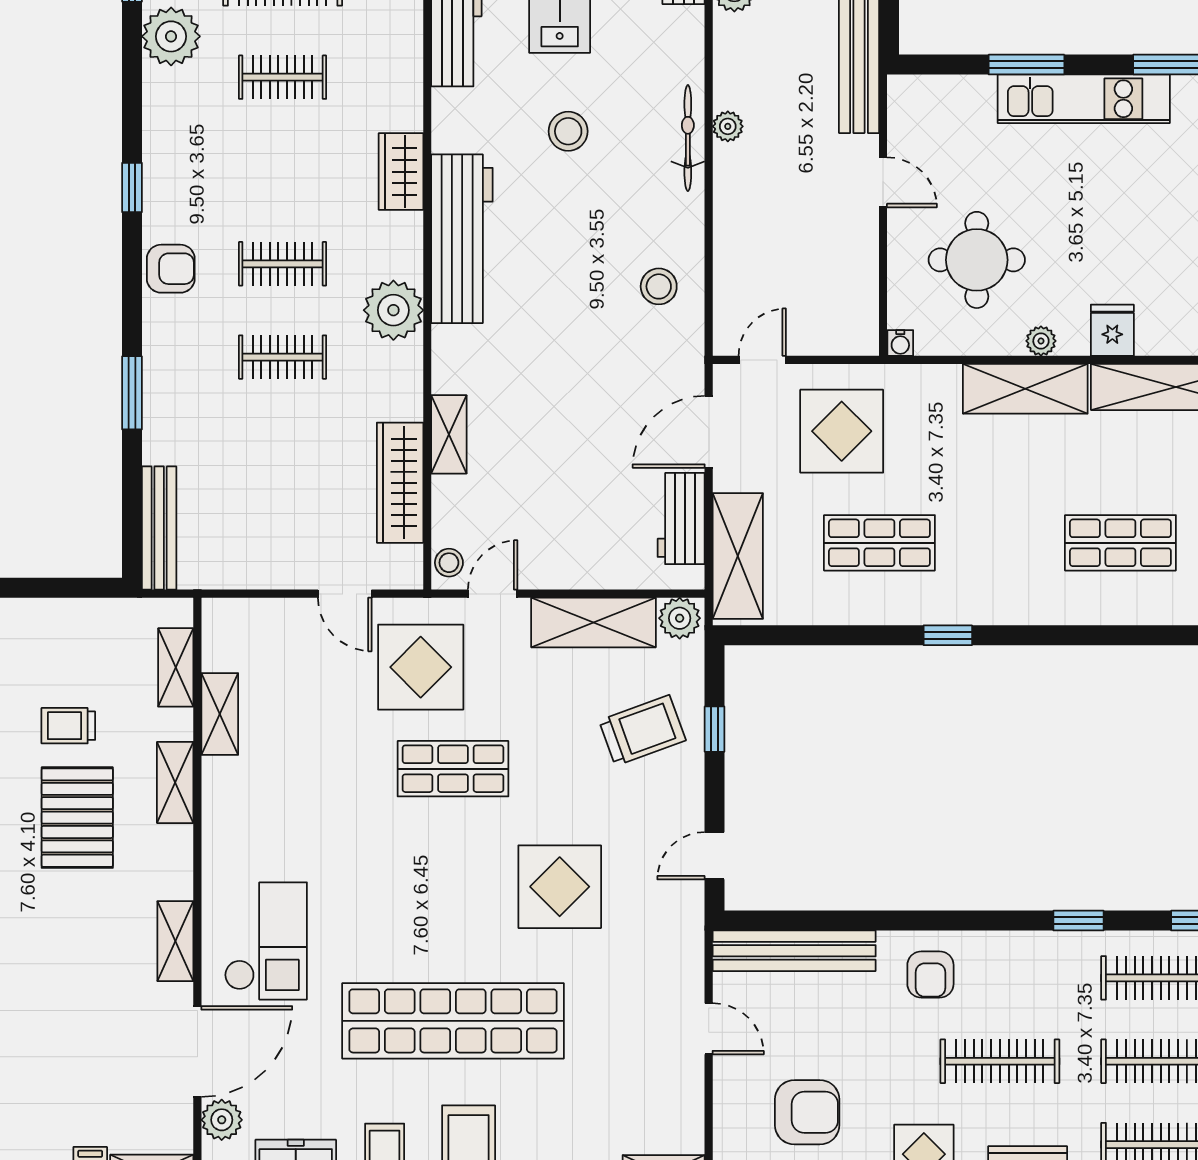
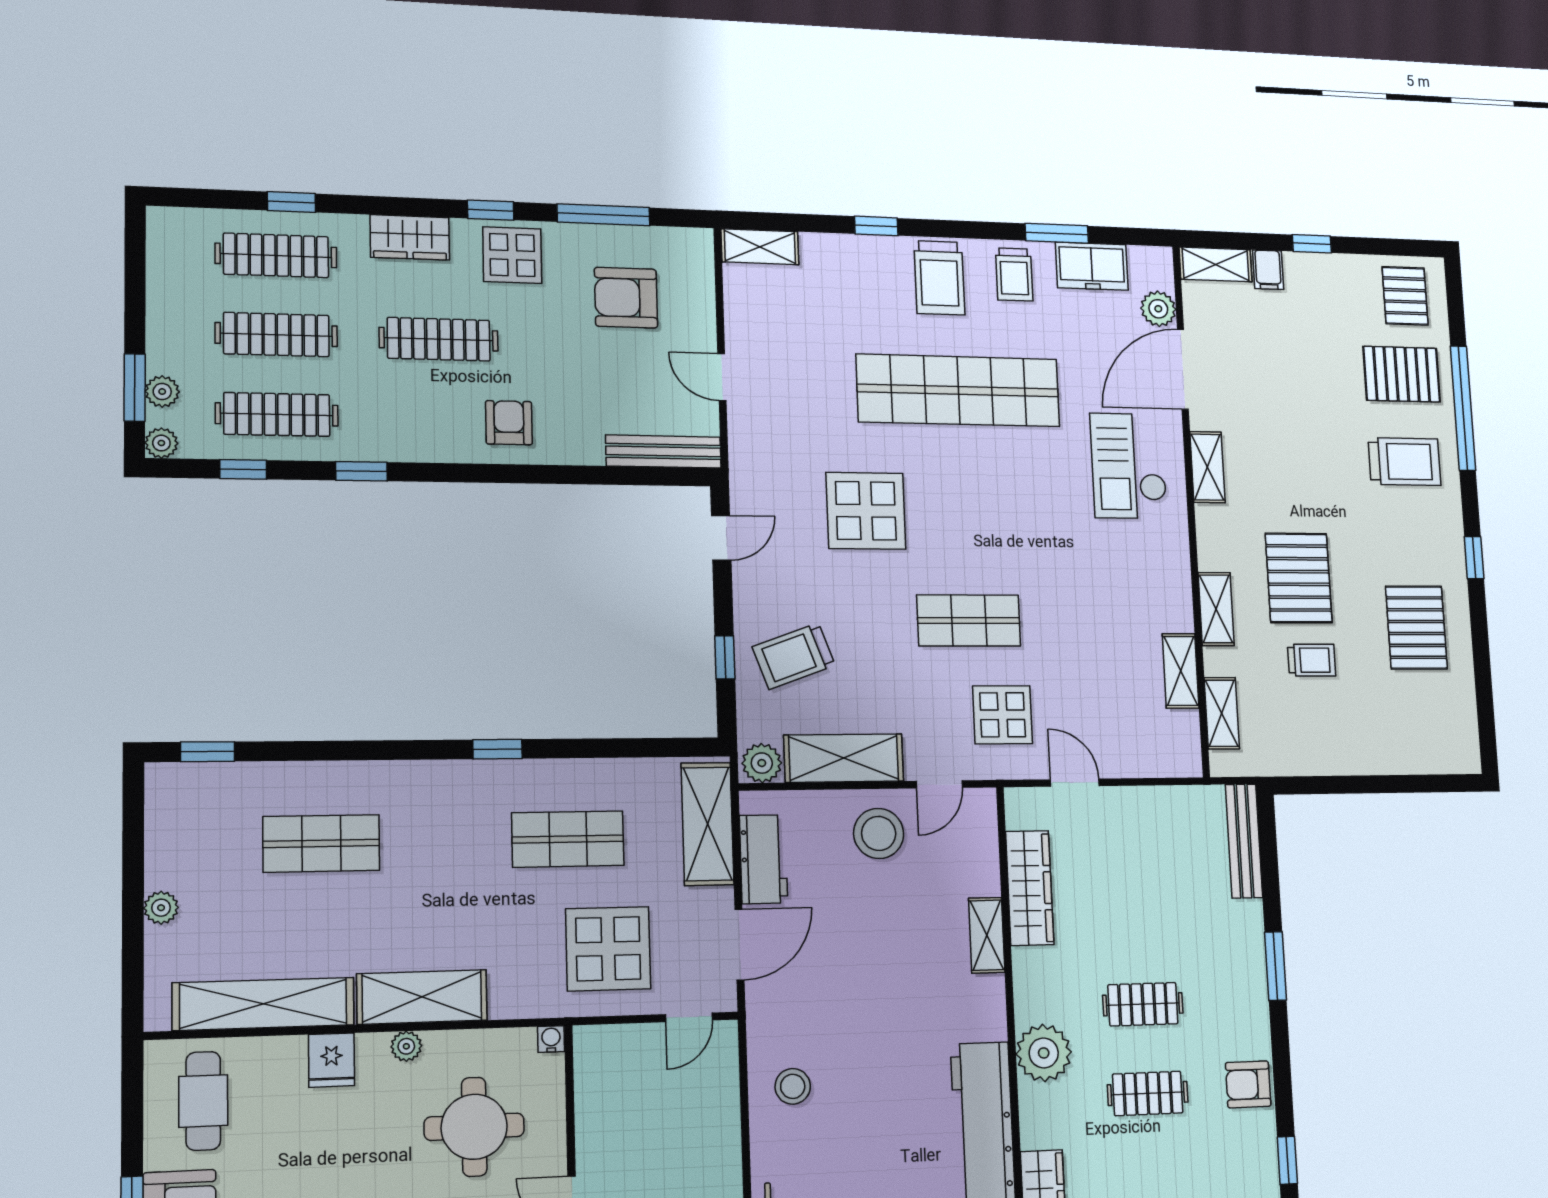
stool: (449, 563) -> (879, 833), moved, width x1.89, depth x1.89
display table: (421, 667) -> (1003, 715), width x0.73, depth x0.73
bench: (794, 951) -> (663, 451), width x0.73, depth x0.82

